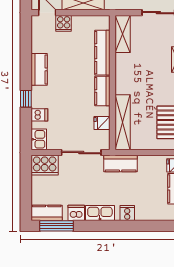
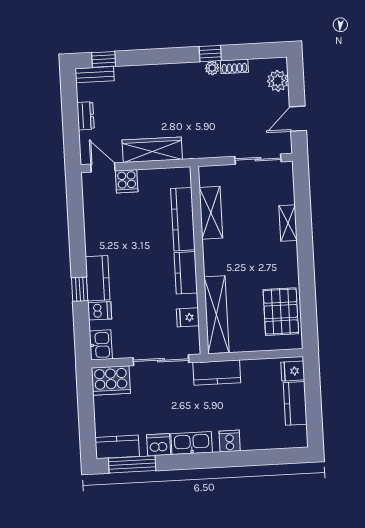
shelving: (123, 34) -> (211, 213), moved
kitchen counter: (39, 69) -> (98, 278), moved

